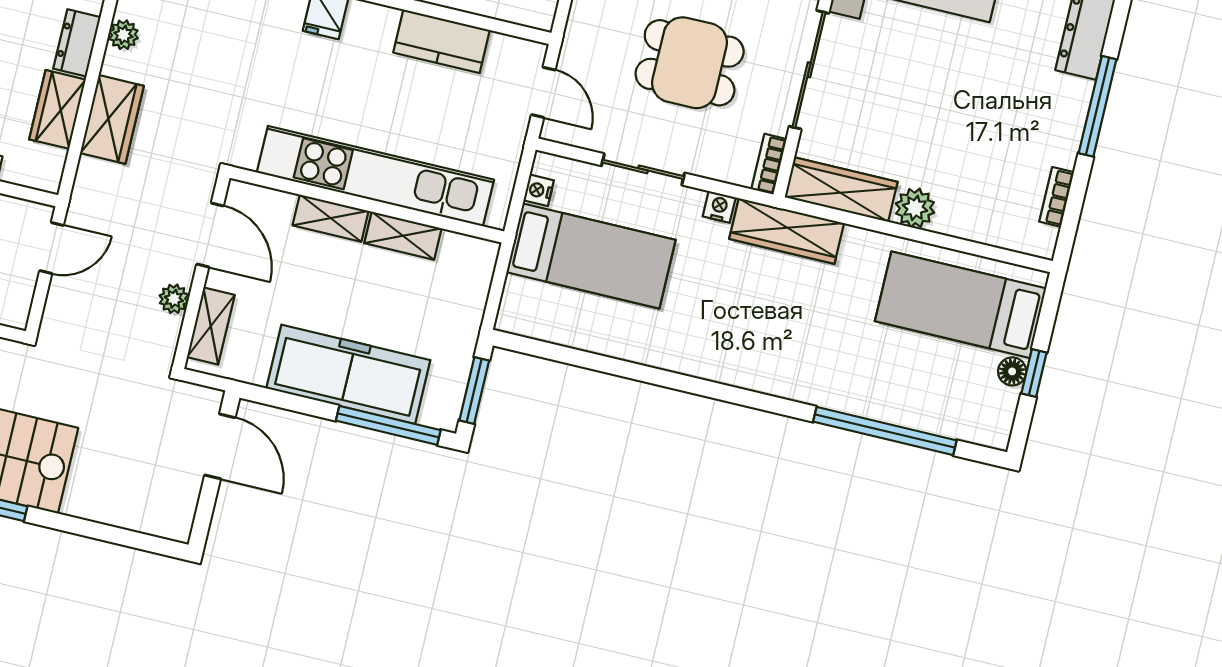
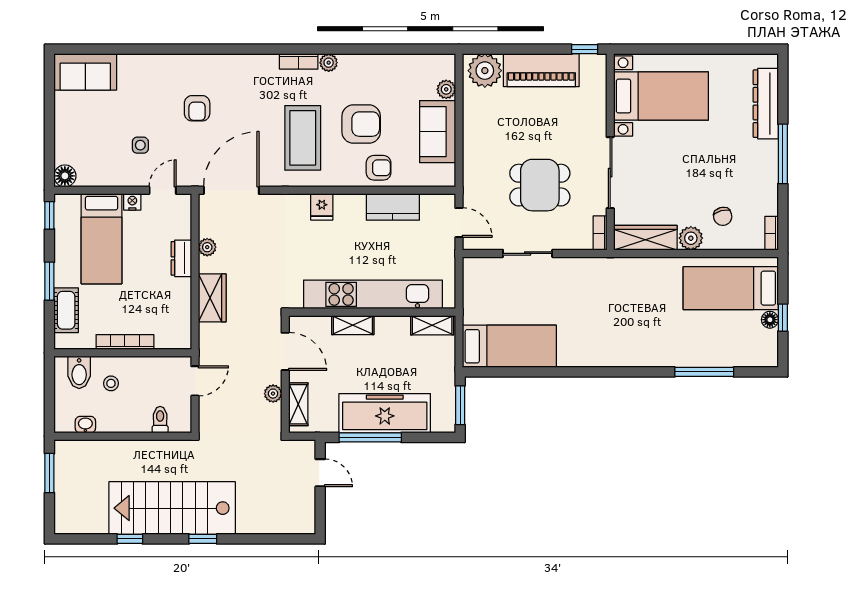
wardrobe: (57, 109) -> (179, 300), removed
chair: (975, 185) -> (723, 216), added
nightstand: (539, 190) -> (470, 280), removed
bookcase: (1057, 197) -> (772, 233), moved
nightstand: (719, 207) -> (577, 265), removed
wardrobe: (787, 231) -> (619, 269), removed
shelving: (403, 236) -> (432, 325), moved
bed: (591, 256) -> (509, 346), moved
window: (388, 425) -> (370, 437), moved
window: (885, 431) -> (704, 372), width x0.68
door: (220, 446) -> (320, 473), width x0.73

